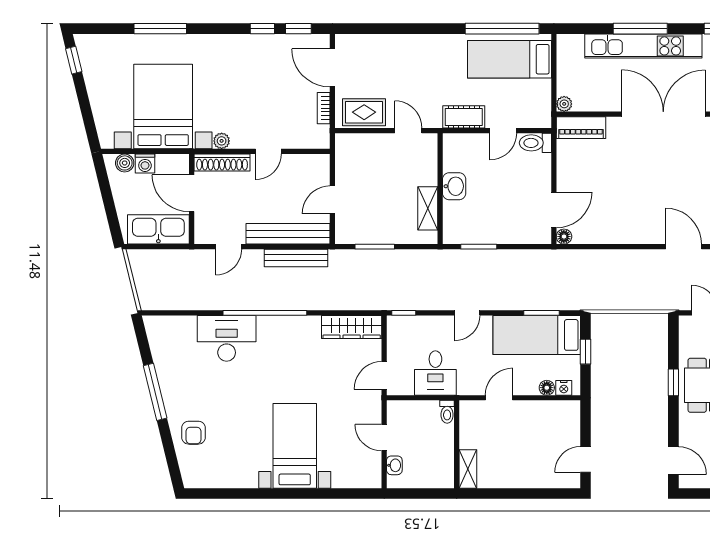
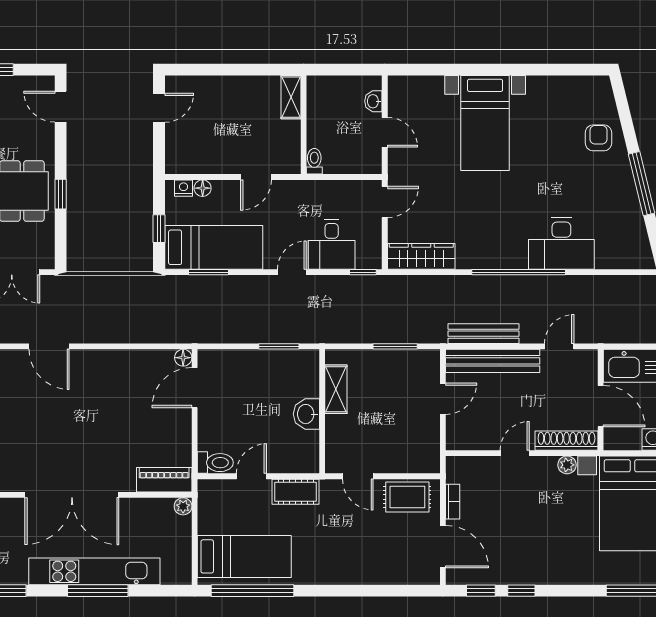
desk: (435, 373) -> (332, 244), moved, turned 180

